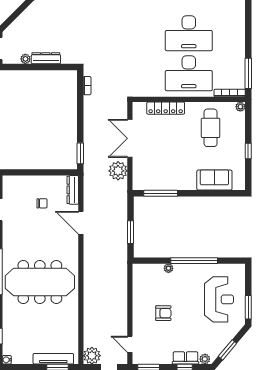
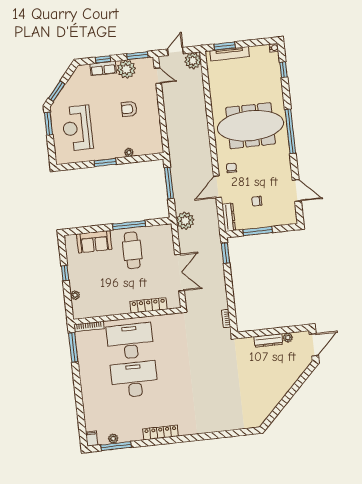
plant: (240, 107) -> (75, 295), moved
cafe table: (211, 128) -> (132, 250), moved
plant: (118, 171) -> (185, 221), moved
window: (45, 172) -> (258, 231), added
window: (161, 193) -> (129, 225), moved
door: (81, 223) -> (218, 187), swing flipped
window: (131, 232) -> (169, 183), width x1.44
chair: (64, 241) -> (231, 168), added
window: (194, 261) -> (105, 162), width x0.47
window: (227, 350) -> (57, 91), moved
plant: (205, 359) -> (126, 69), moved, width x1.87, depth x1.87

